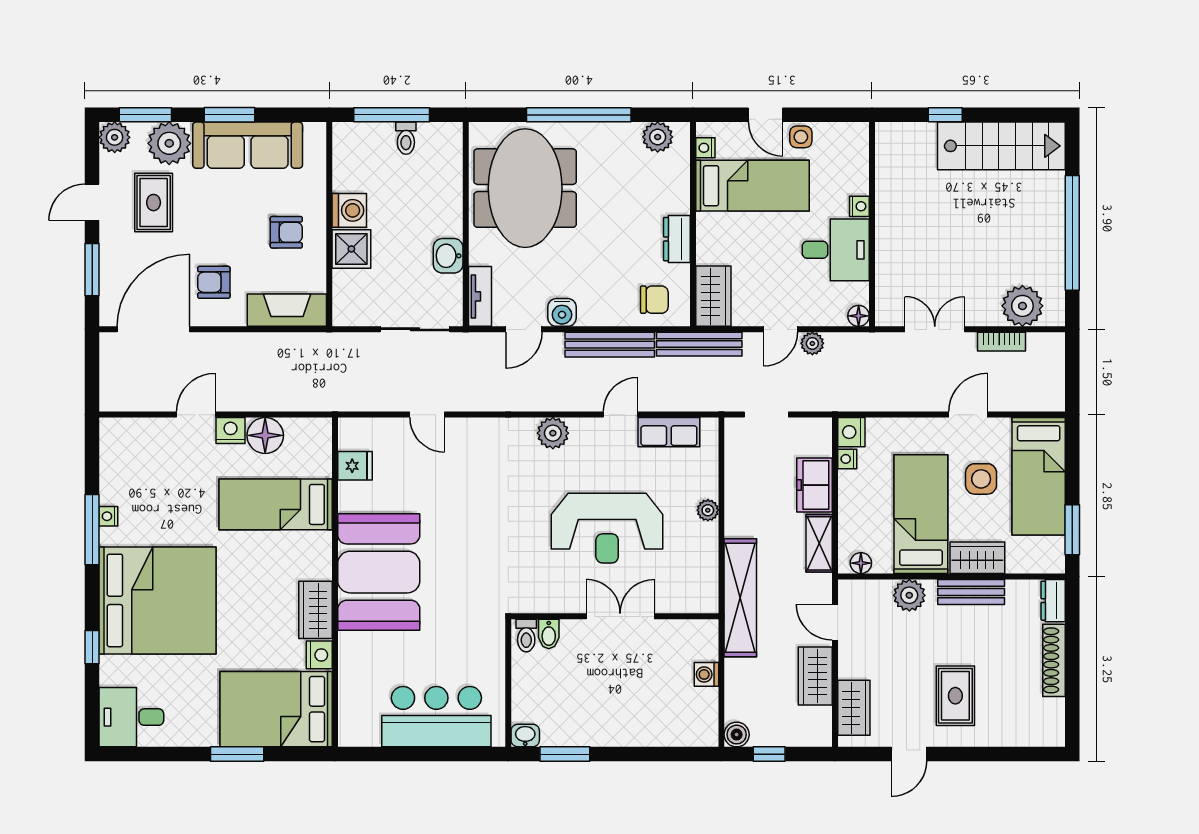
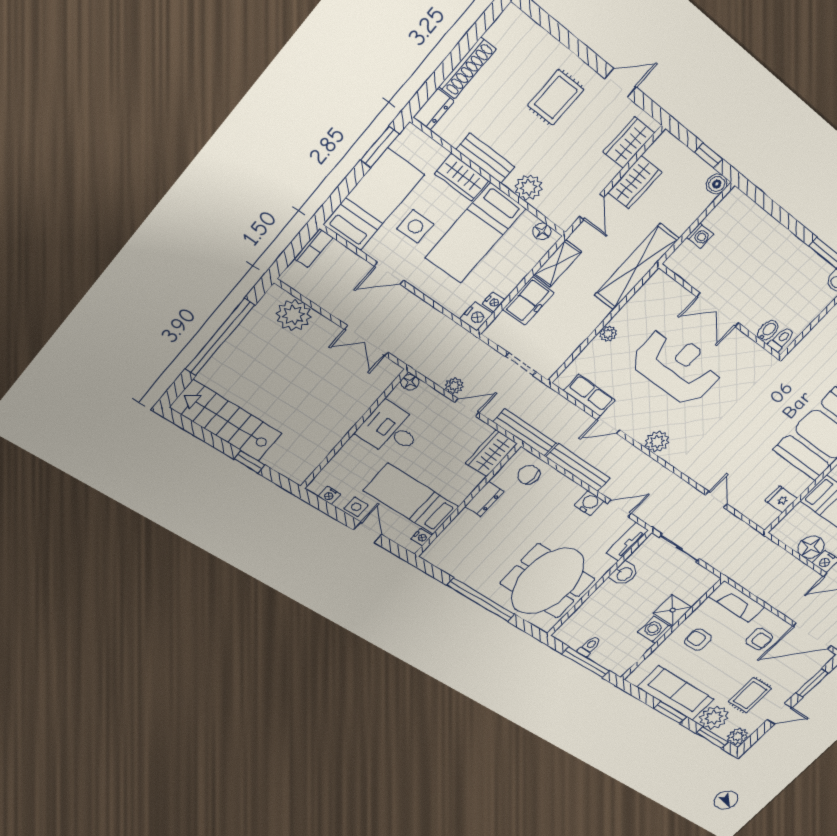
plant: (658, 137) -> (445, 560), removed
nightstand: (859, 206) -> (329, 495), moved, turned -90
bookcase: (1002, 342) -> (314, 248), moved, turned 90

